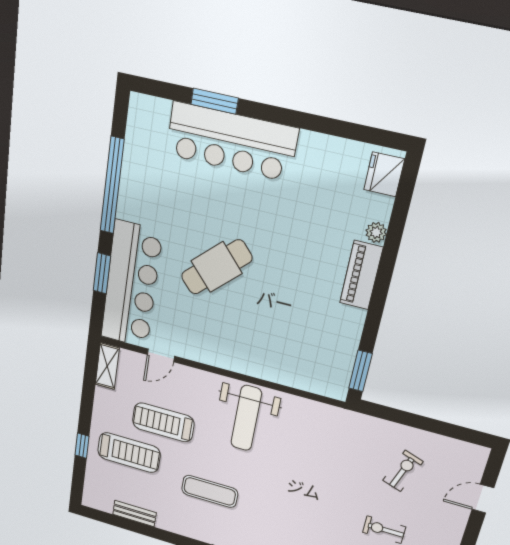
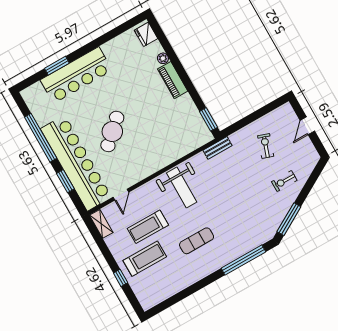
bar counter: (131, 285) -> (76, 163), width x1.36
bench: (134, 514) -> (218, 148), moved

